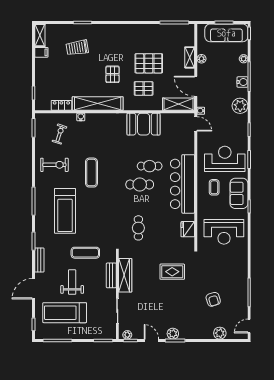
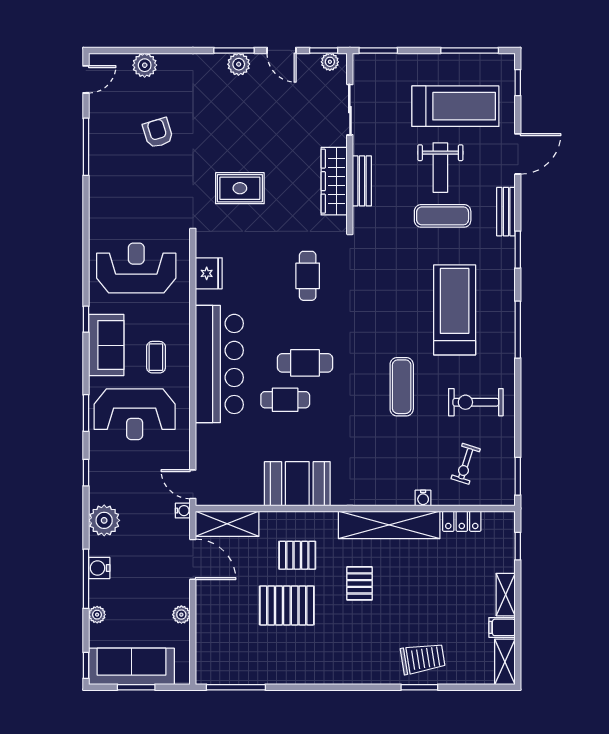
trolley: (77, 48) -> (423, 659), moved
shelving: (190, 57) -> (506, 595), moved
exercise mat: (85, 253) -> (443, 216), moved

